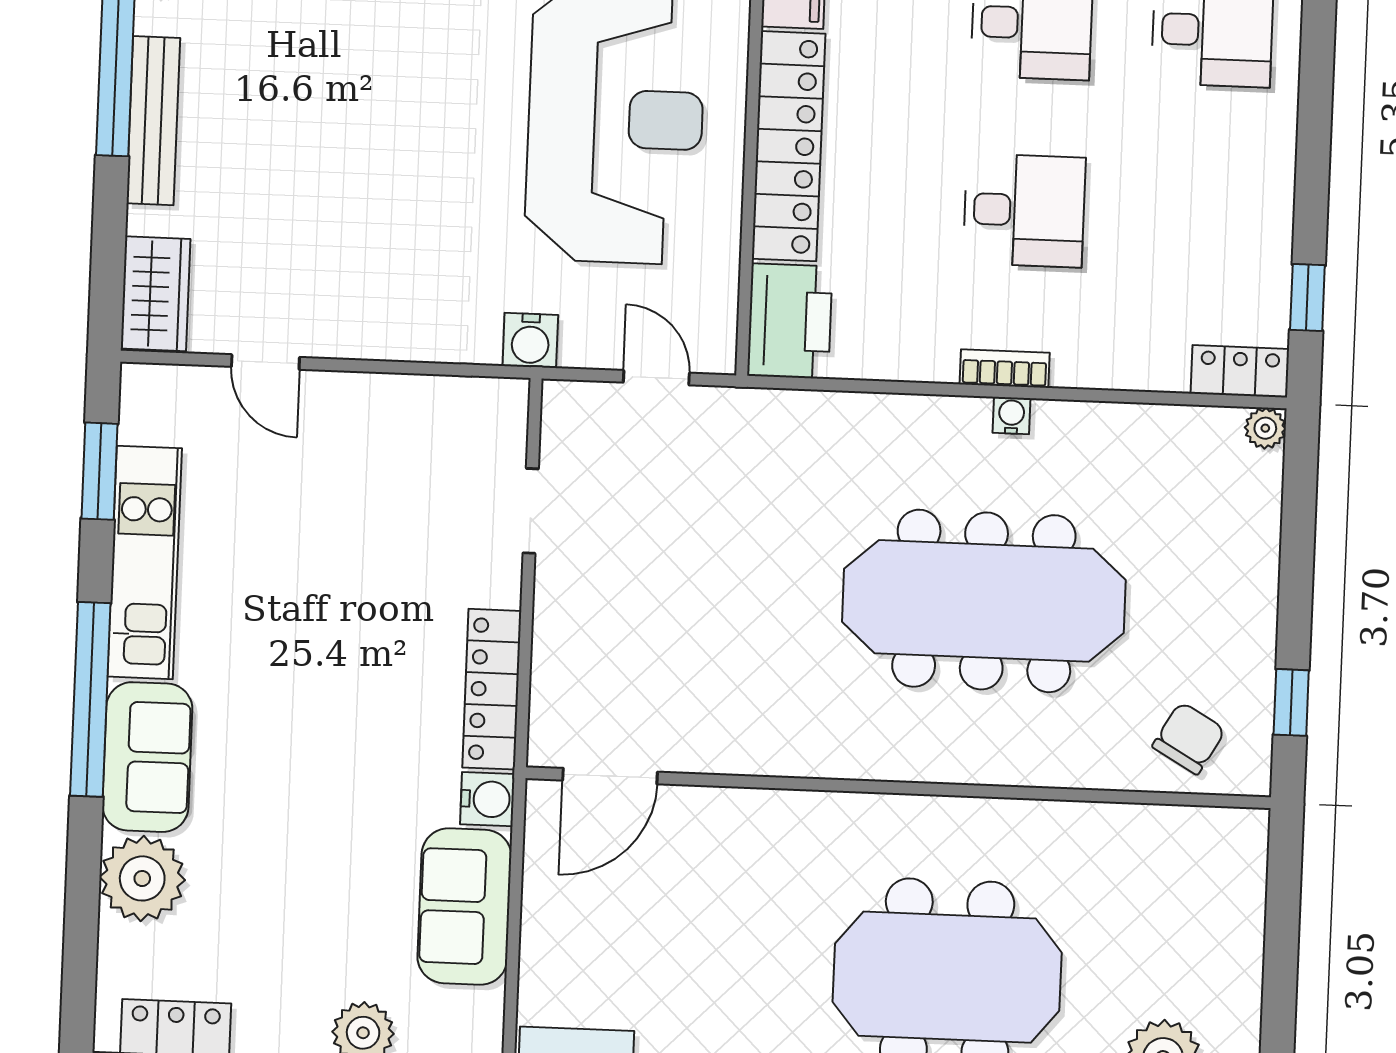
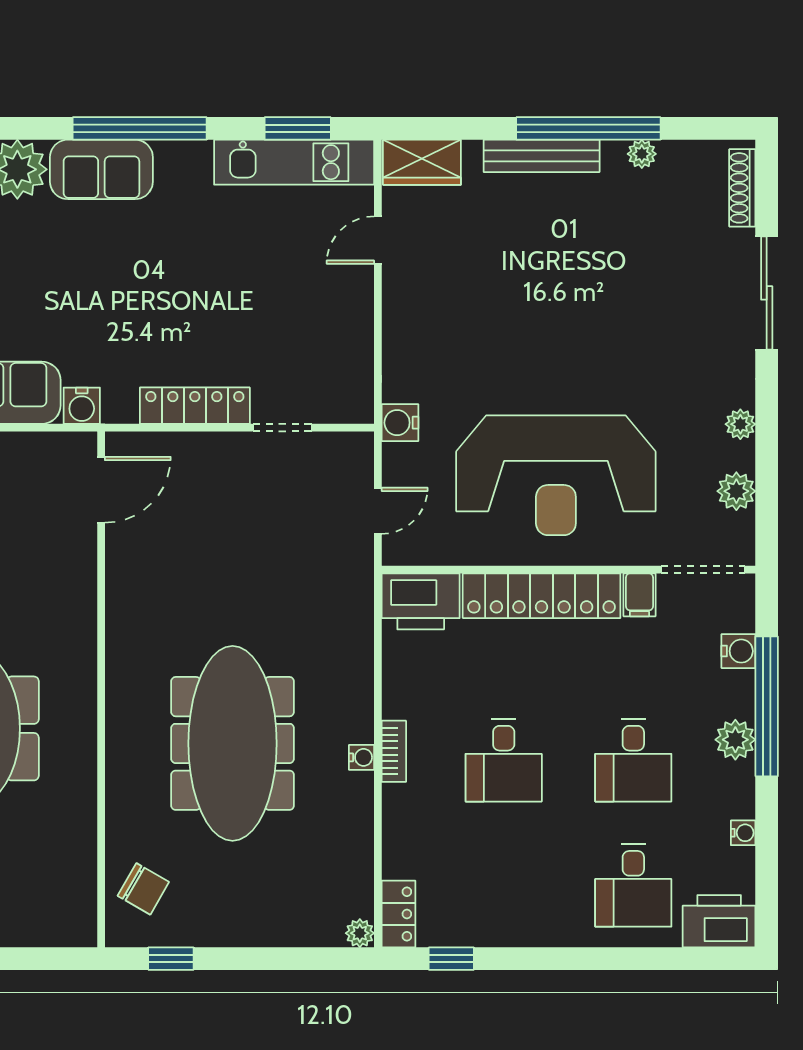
kitchen unit: (145, 562) -> (294, 162), moved
locker: (492, 689) -> (195, 406), moved
door: (610, 776) -> (101, 490), swing flipped

